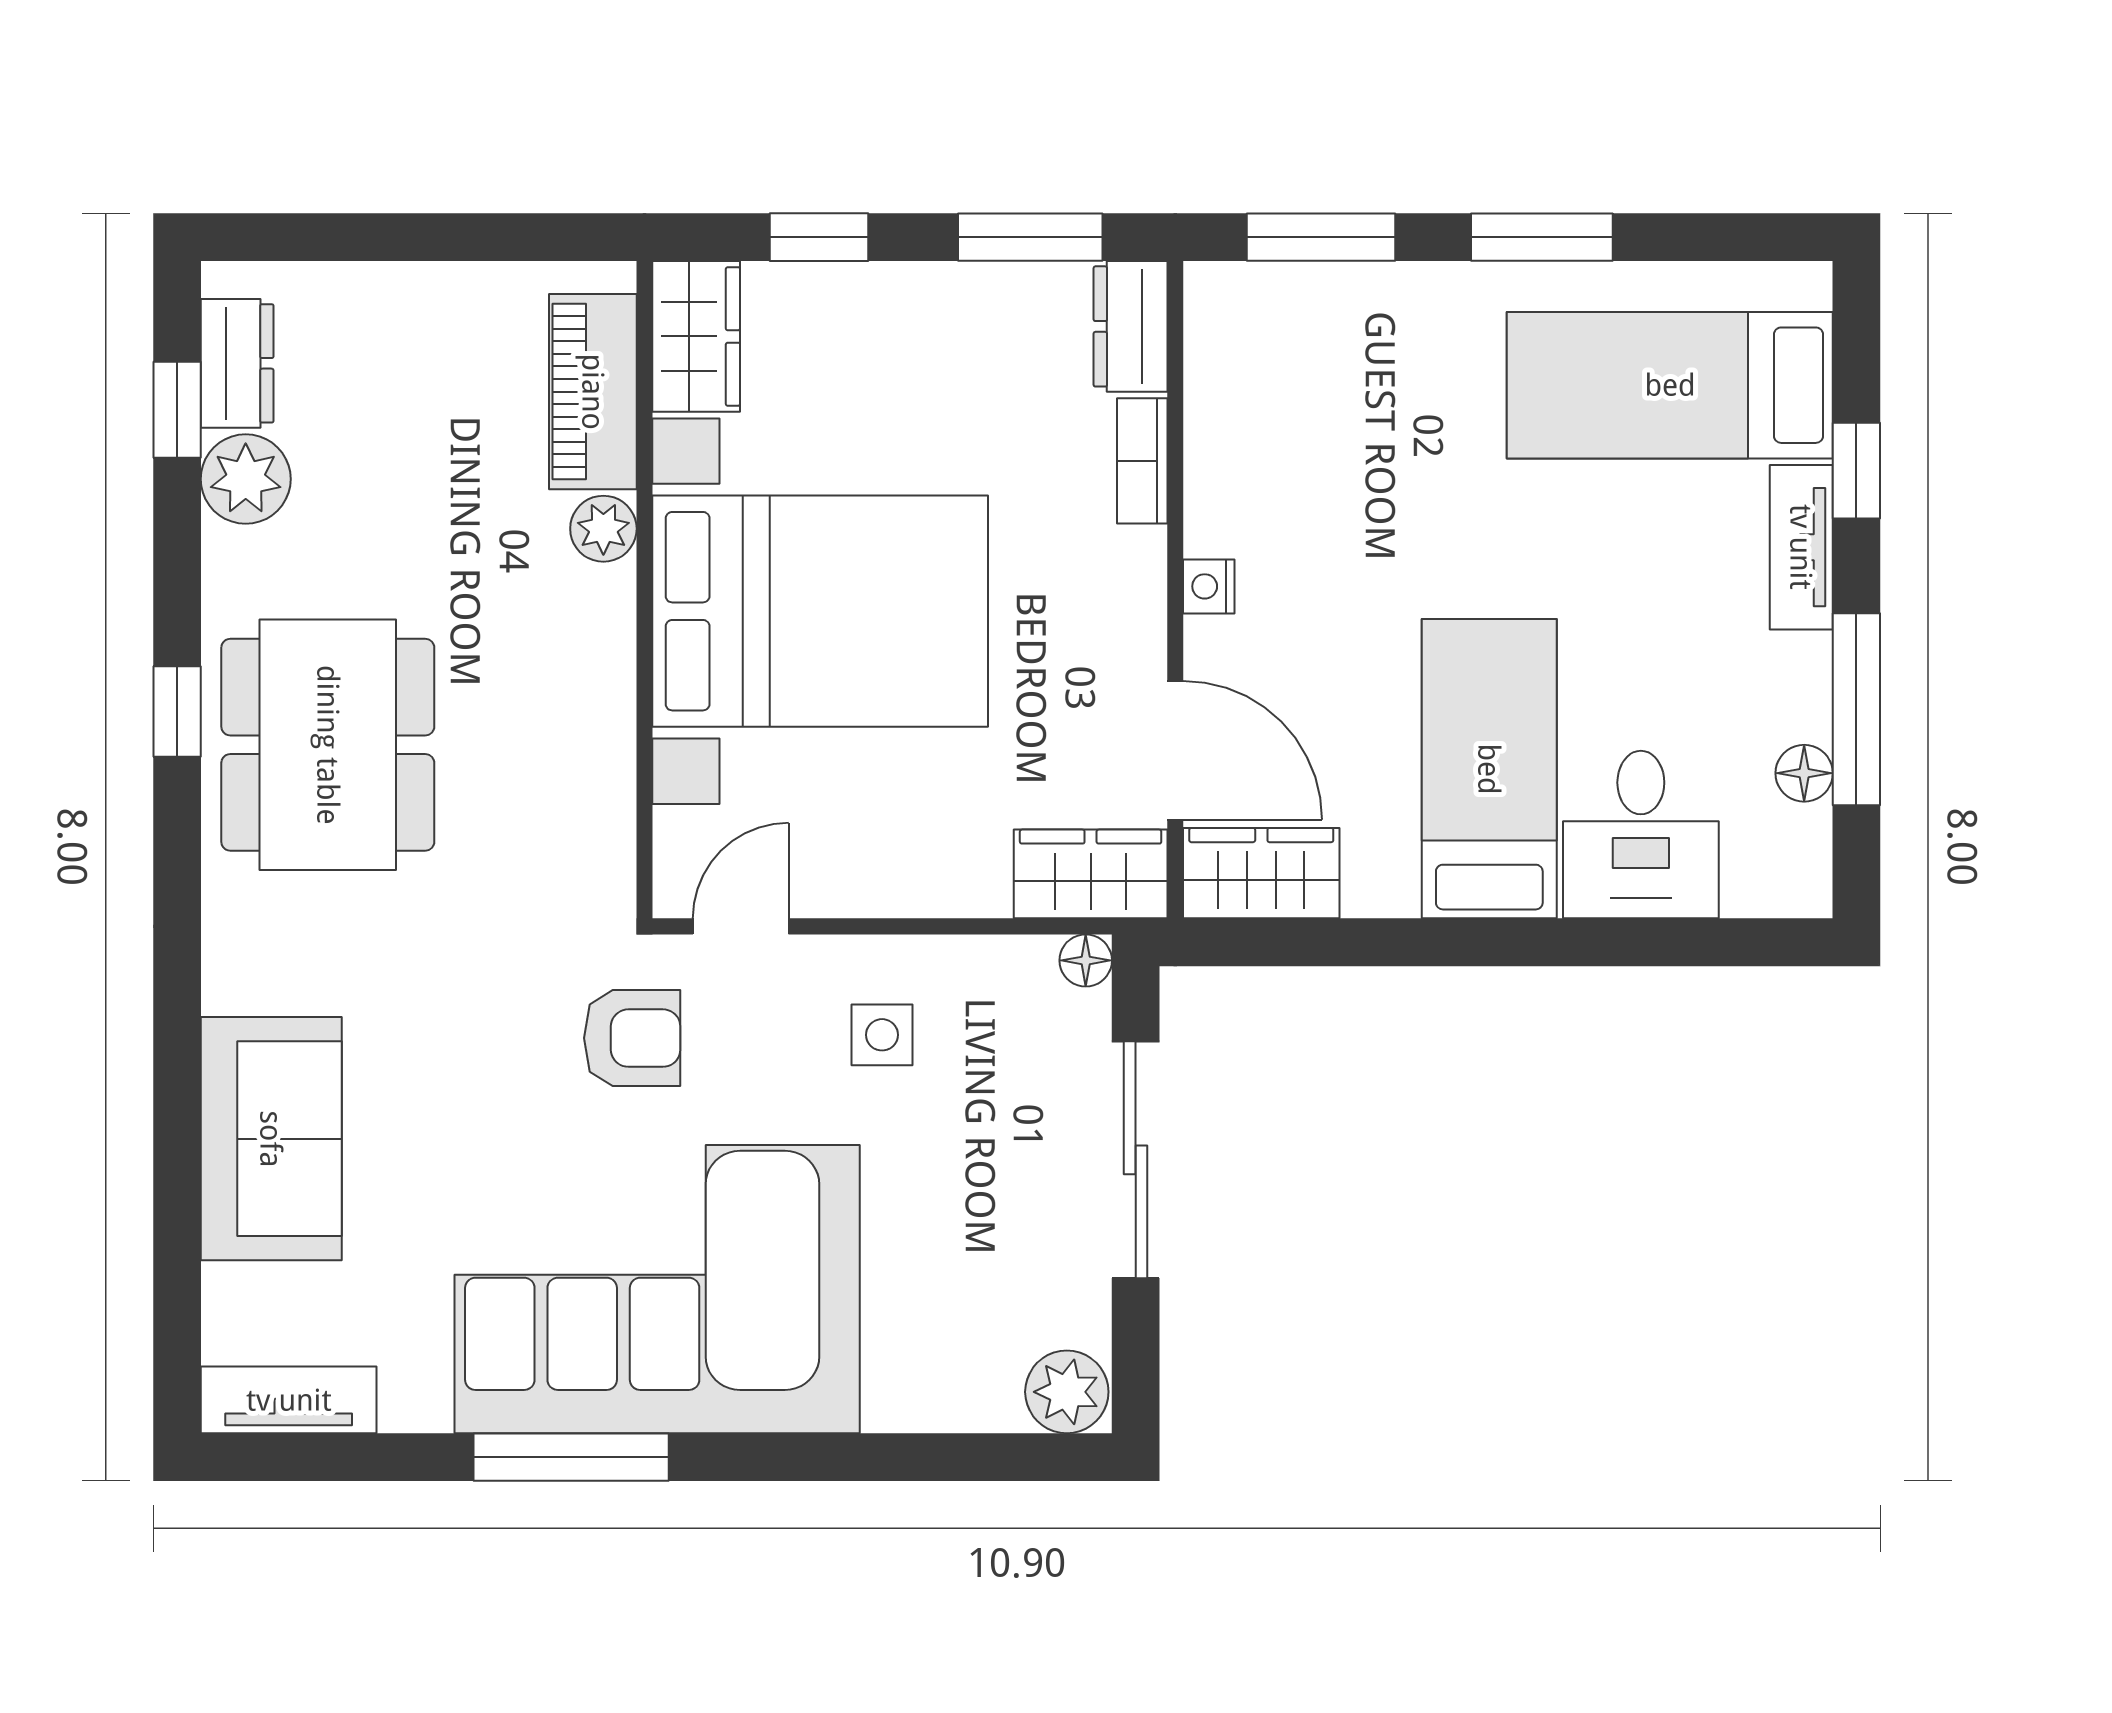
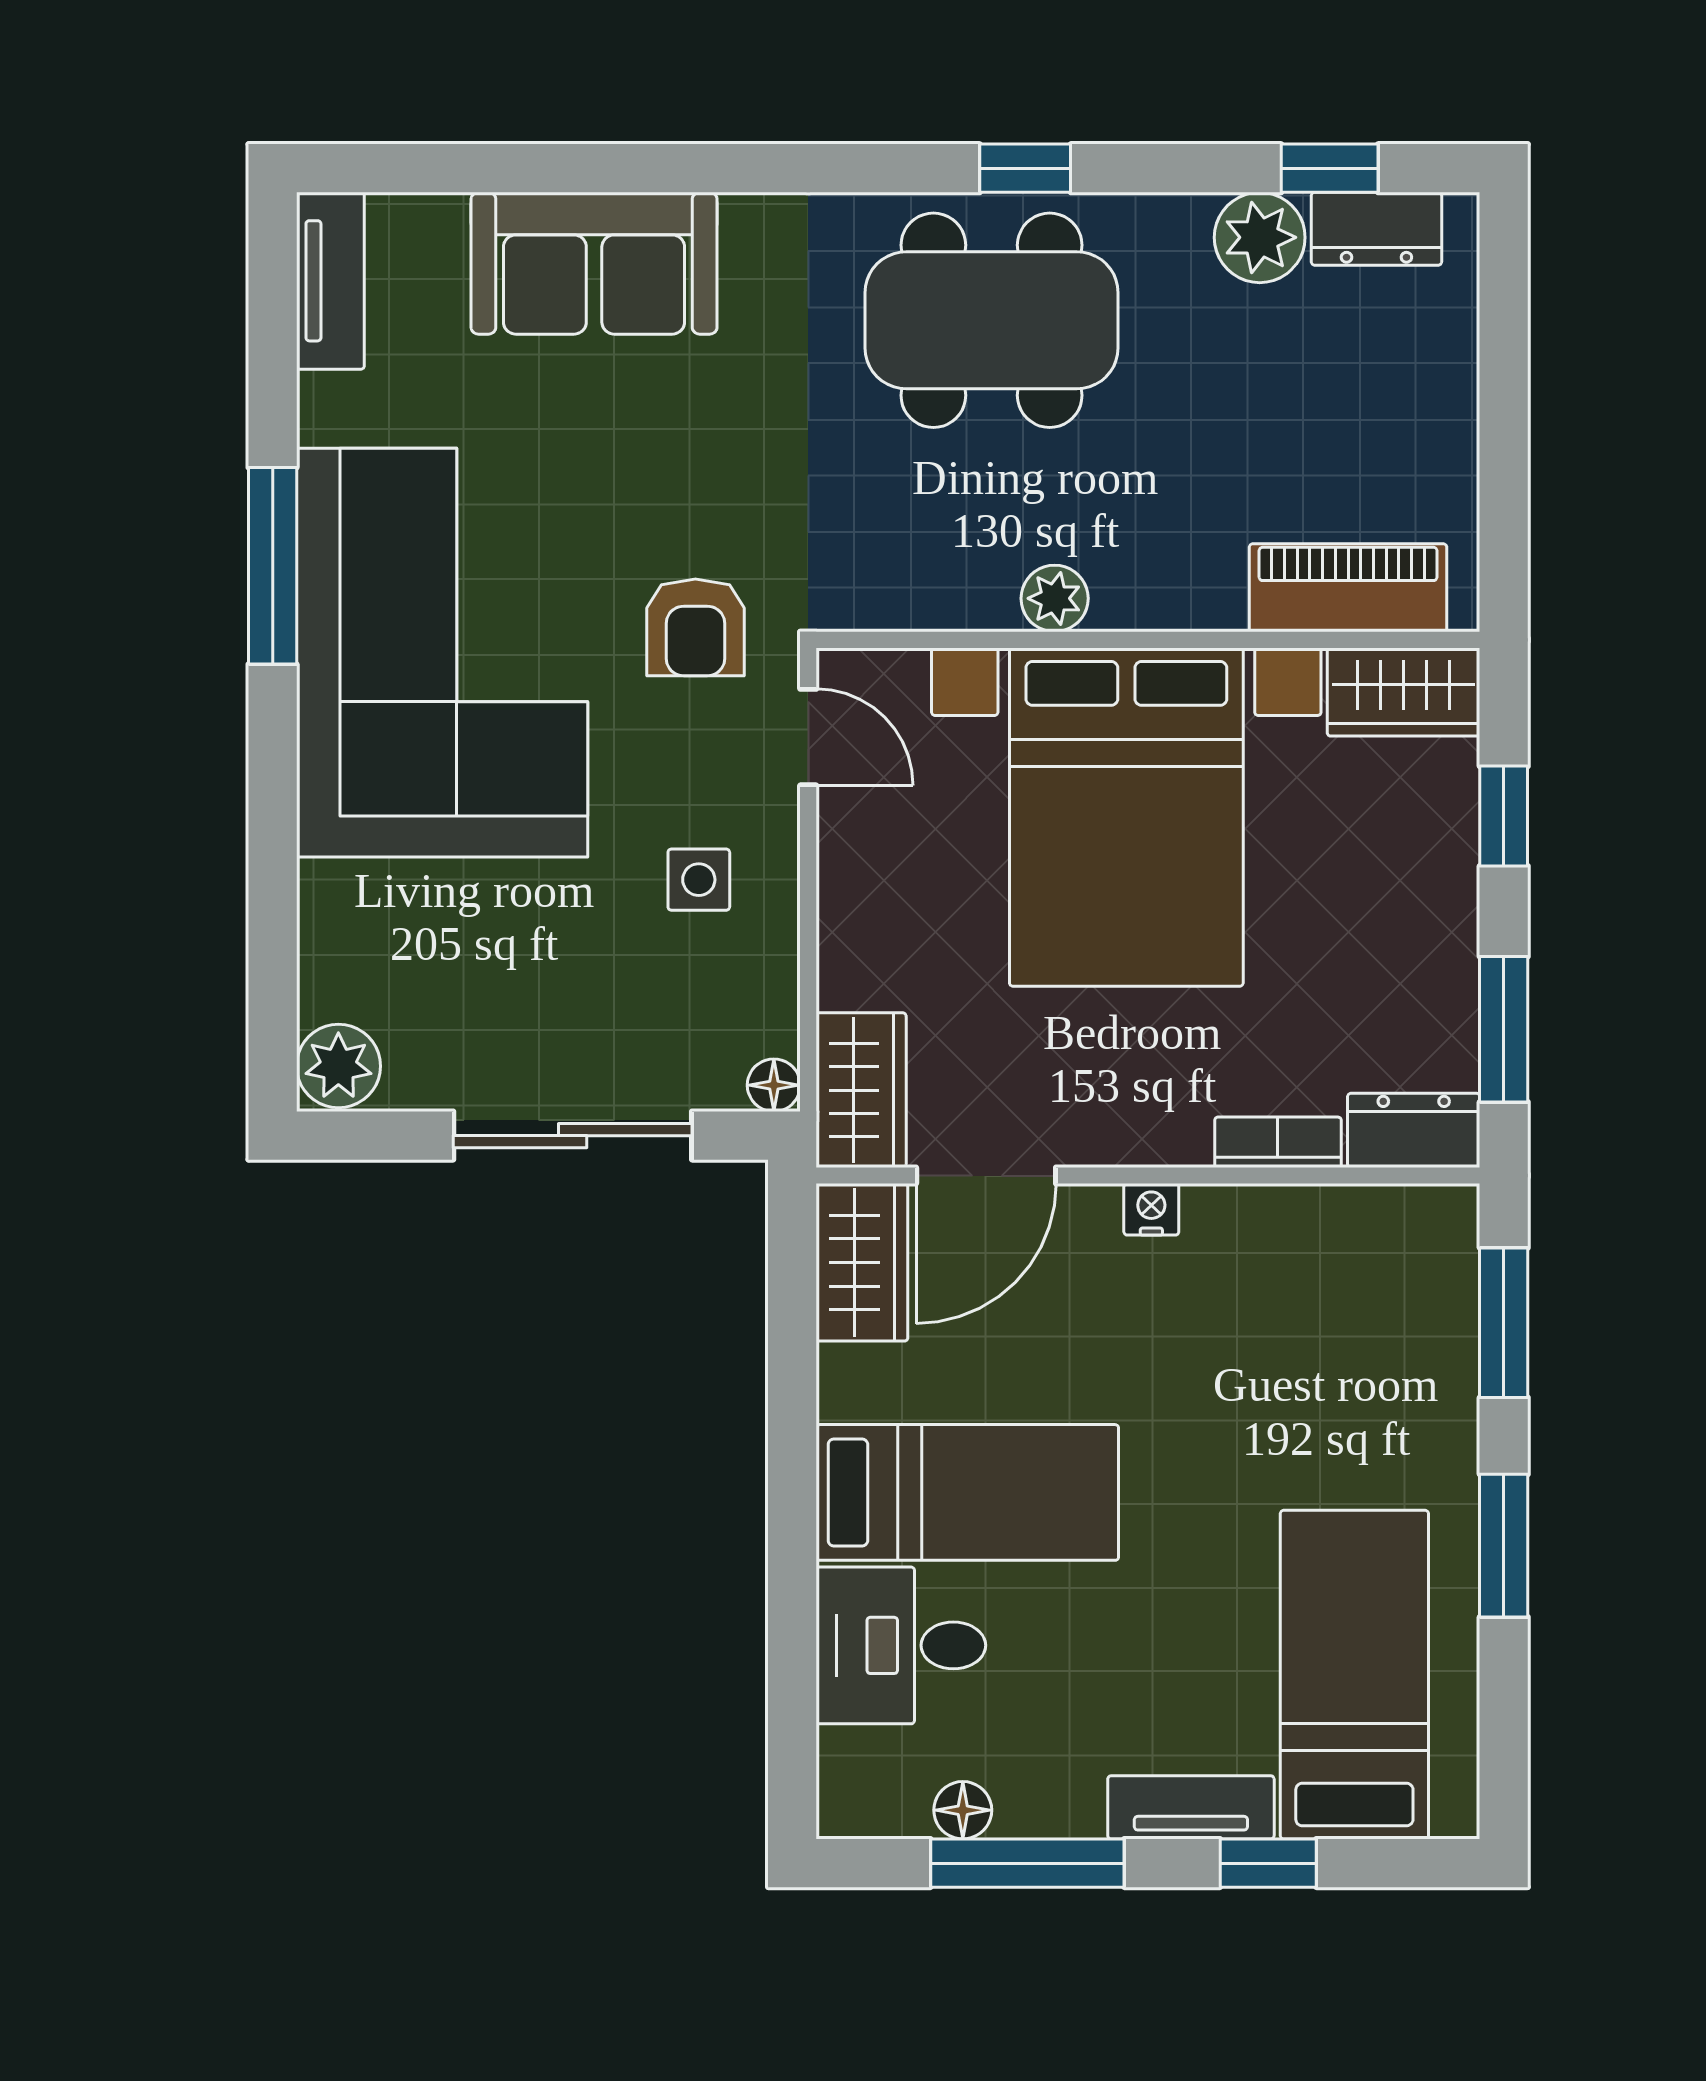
plant: (603, 529) -> (1055, 598), moved

